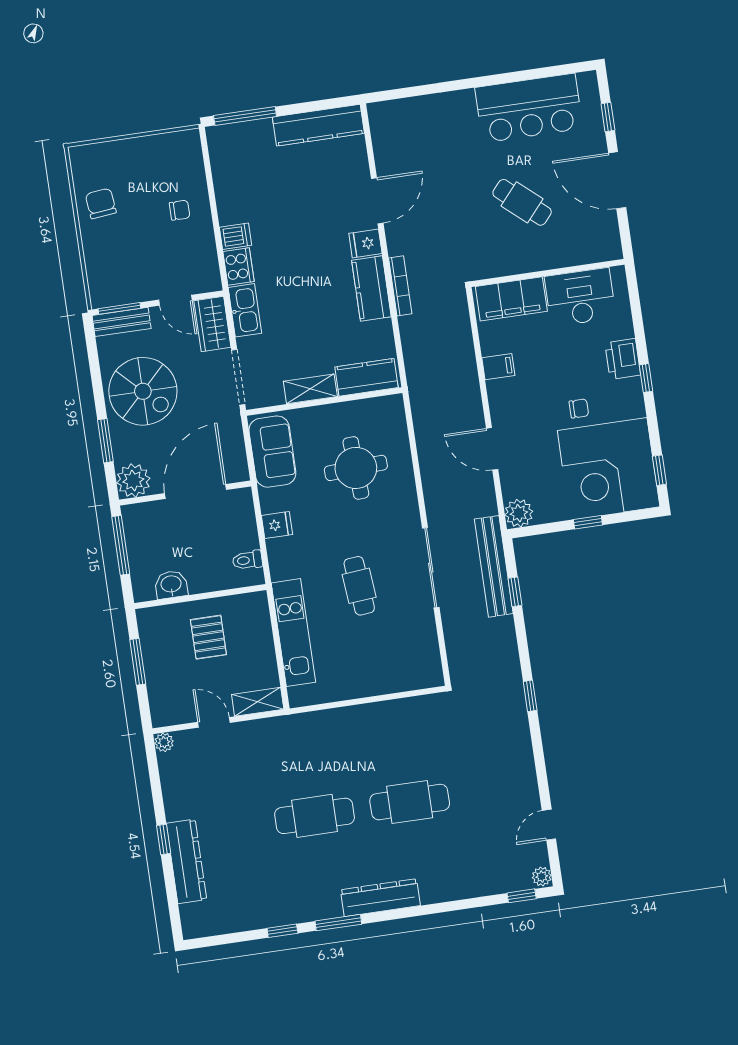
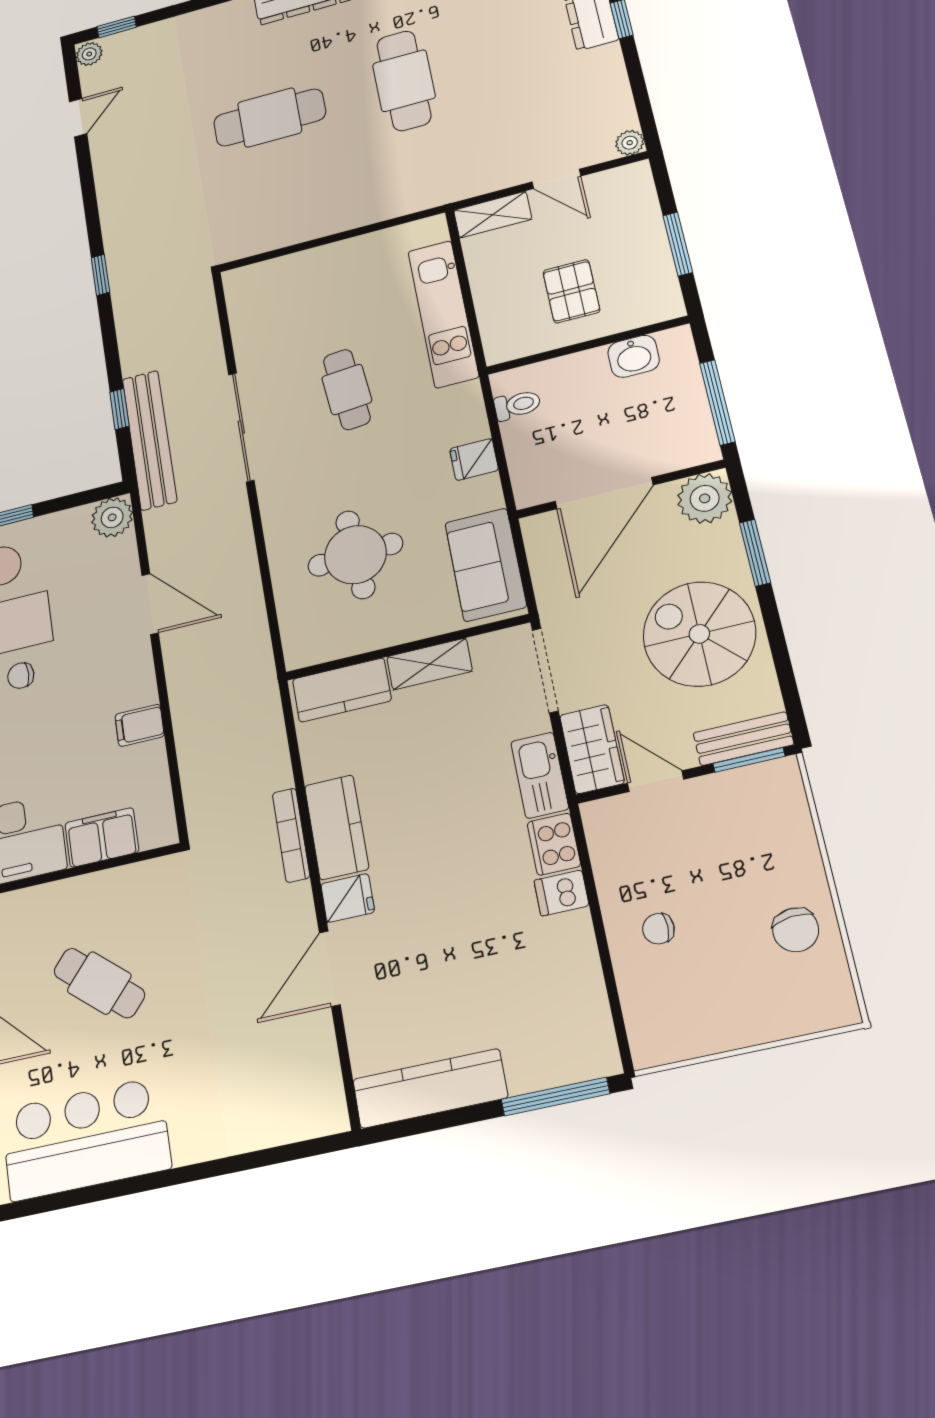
filing cabinet: (511, 299) -> (102, 837), width x0.67, depth x0.86
cafe table: (315, 816) -> (404, 81), turned 90

